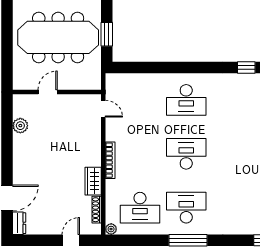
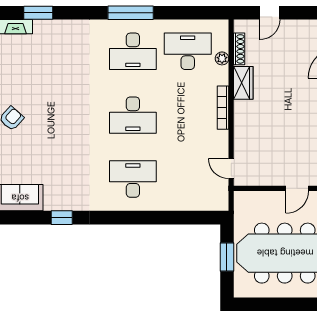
plant: (111, 229) -> (222, 58), moved

